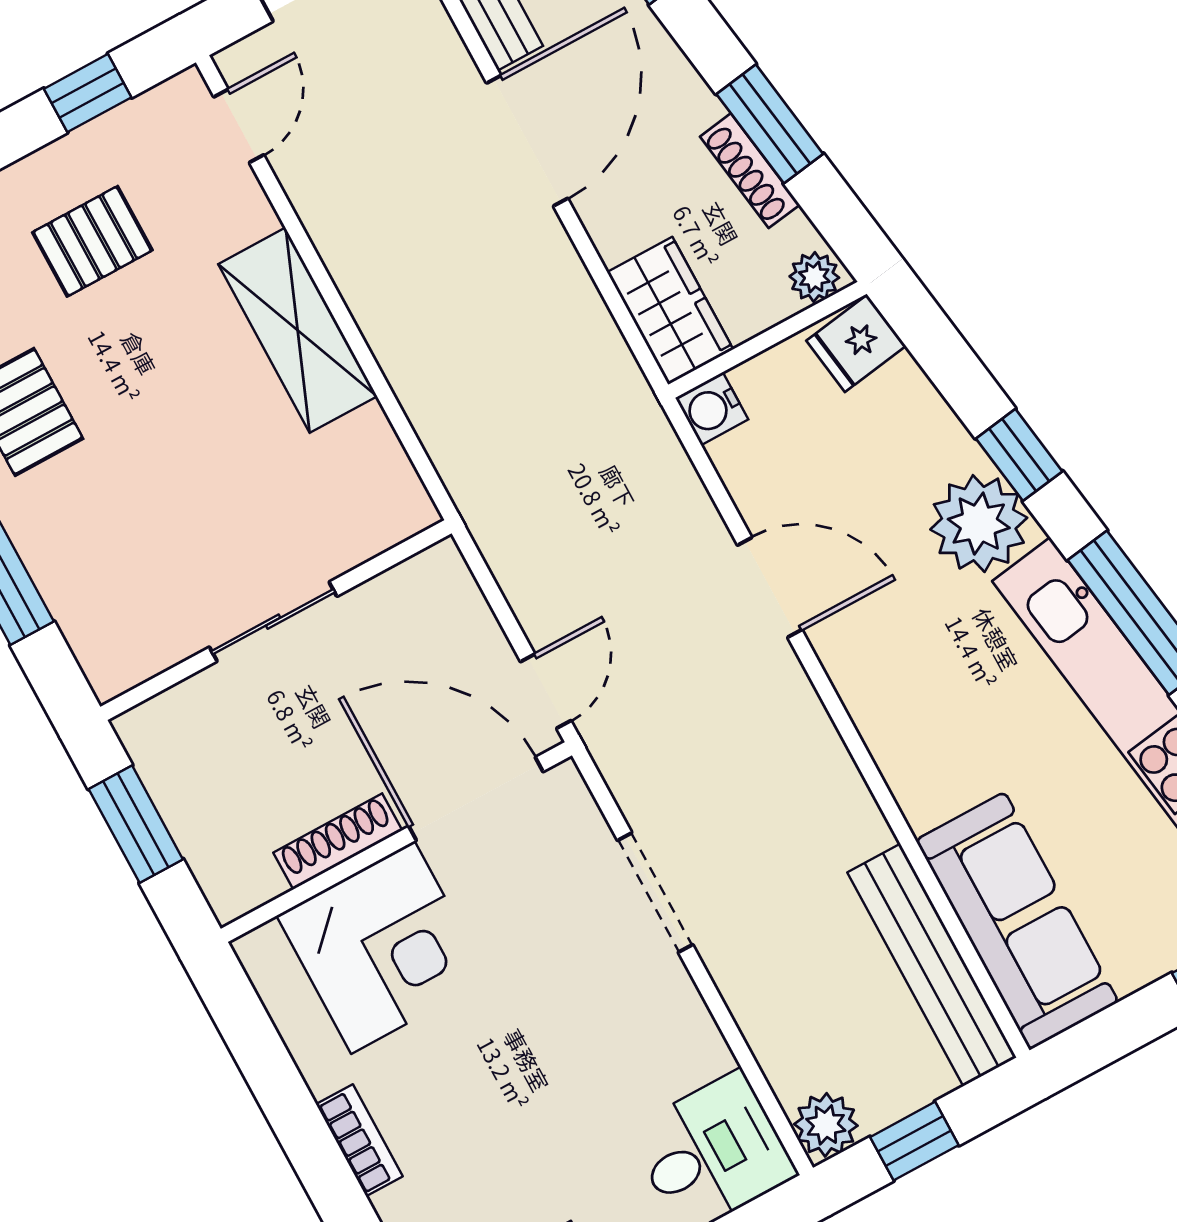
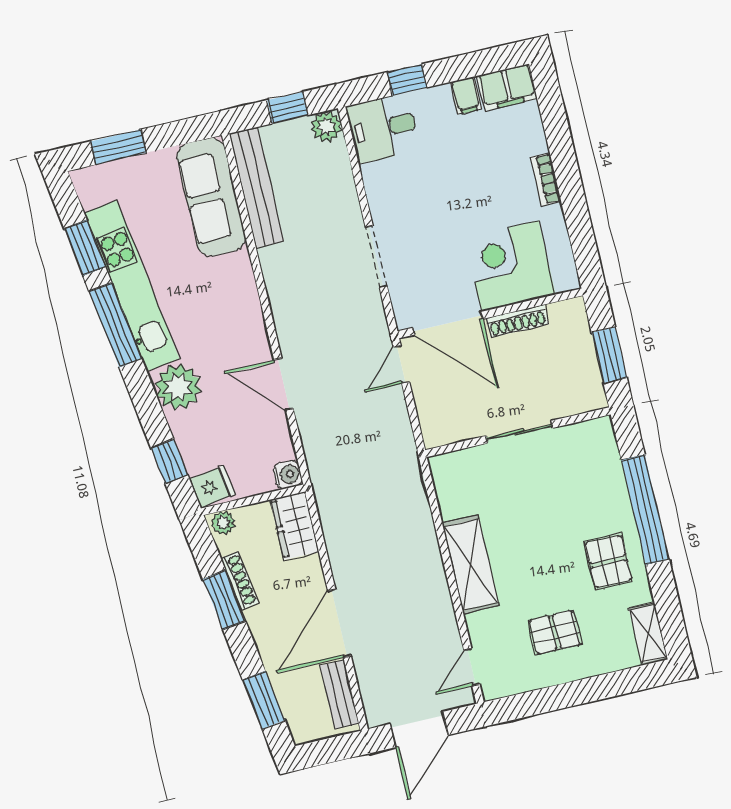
window: (88, 93) -> (538, 702), removed
window: (1019, 455) -> (169, 461), moved

